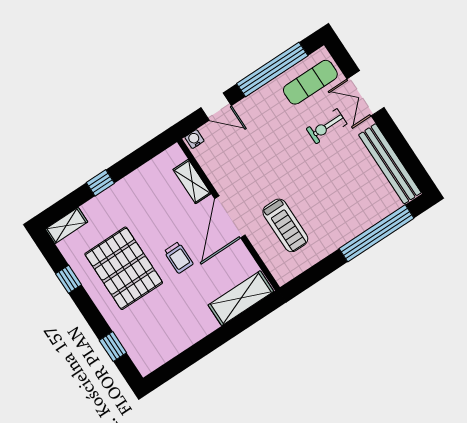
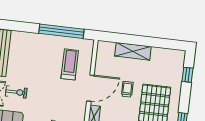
window: (377, 233) -> (61, 31), moved
shelving: (241, 298) -> (133, 51), moved

